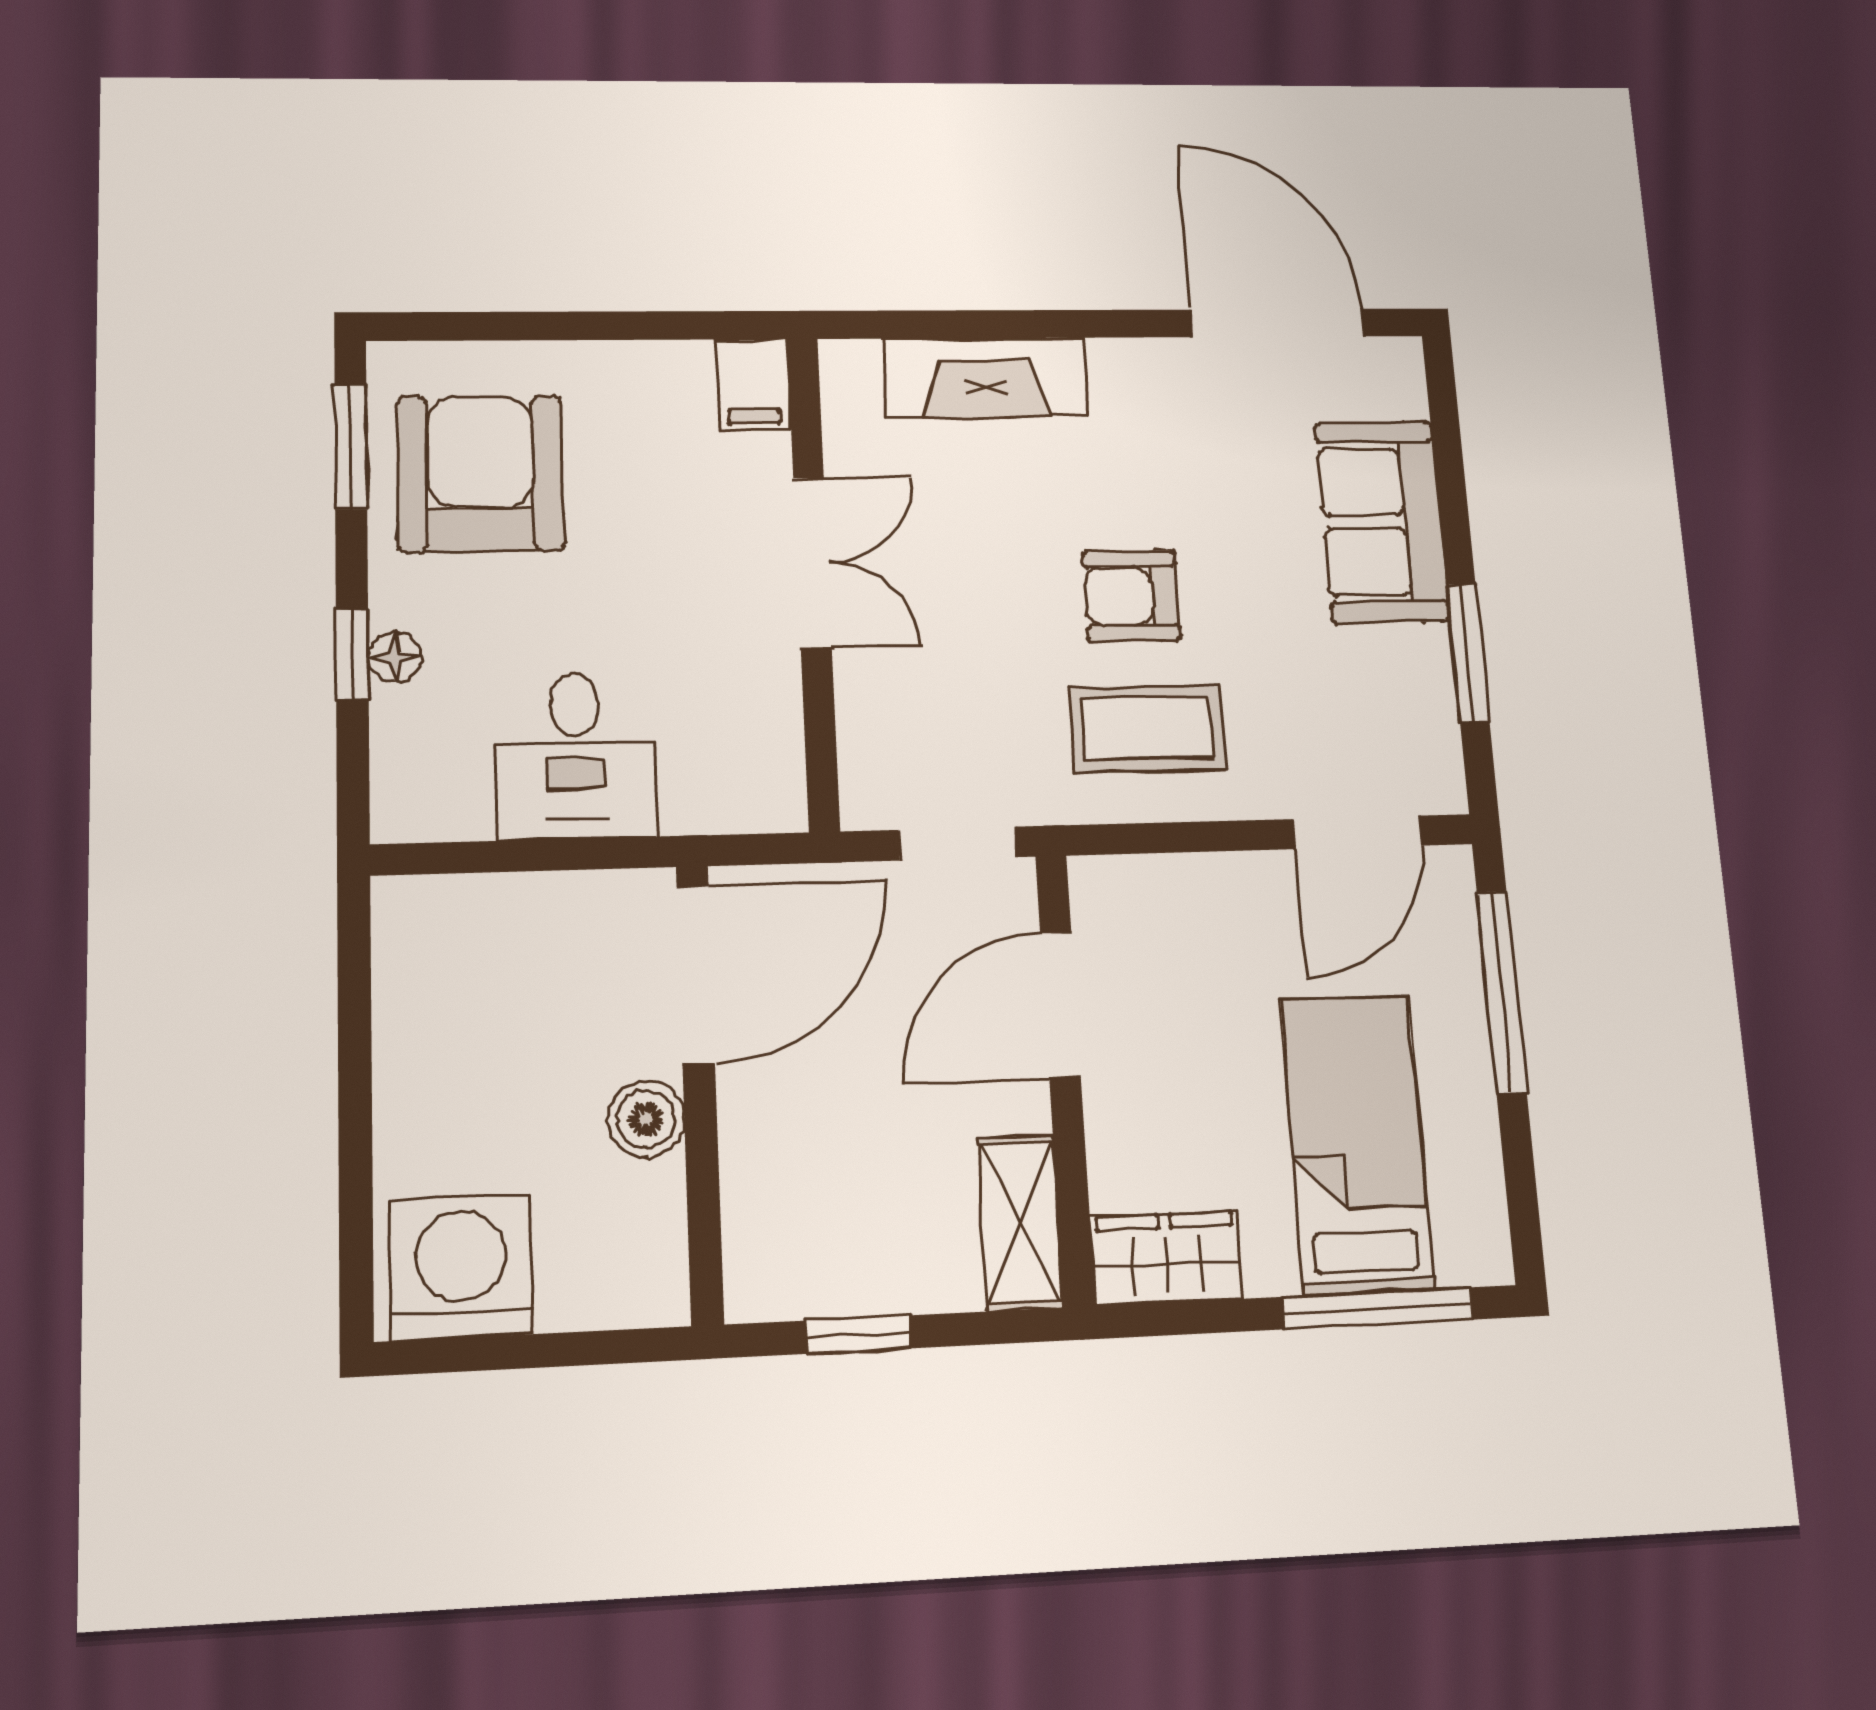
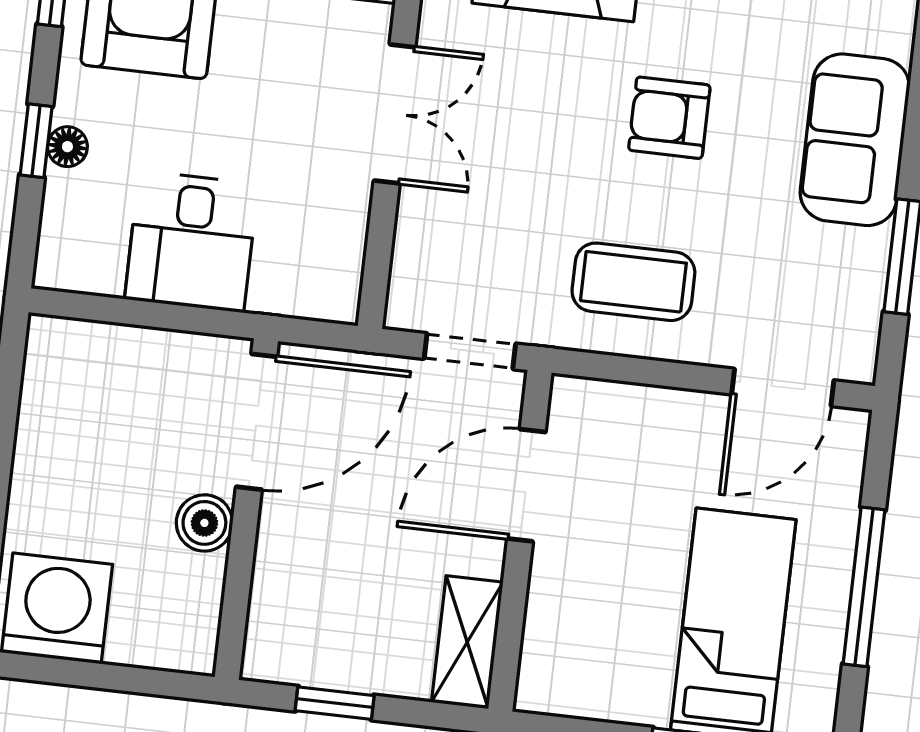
armchair: (1132, 596) -> (669, 118), moved
window: (1502, 992) -> (864, 587), moved
wardrobe: (1167, 1258) -> (572, 686), removed

